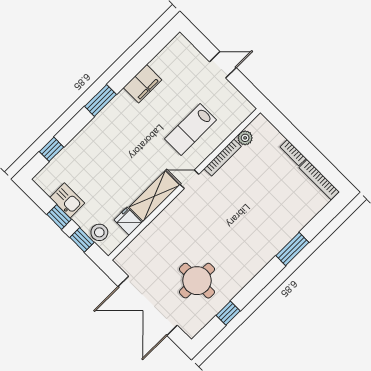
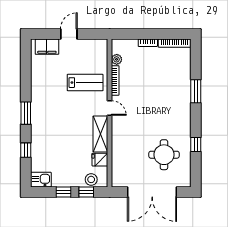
filing cabinet: (143, 84) -> (47, 47), moved, turned 90
lab bench: (191, 129) -> (85, 83), turned -90
window: (52, 149) -> (26, 150), moved
door: (189, 179) -> (110, 108), swing flipped
kitchen sink: (67, 200) -> (41, 180), moved
window: (228, 313) -> (196, 145), moved

